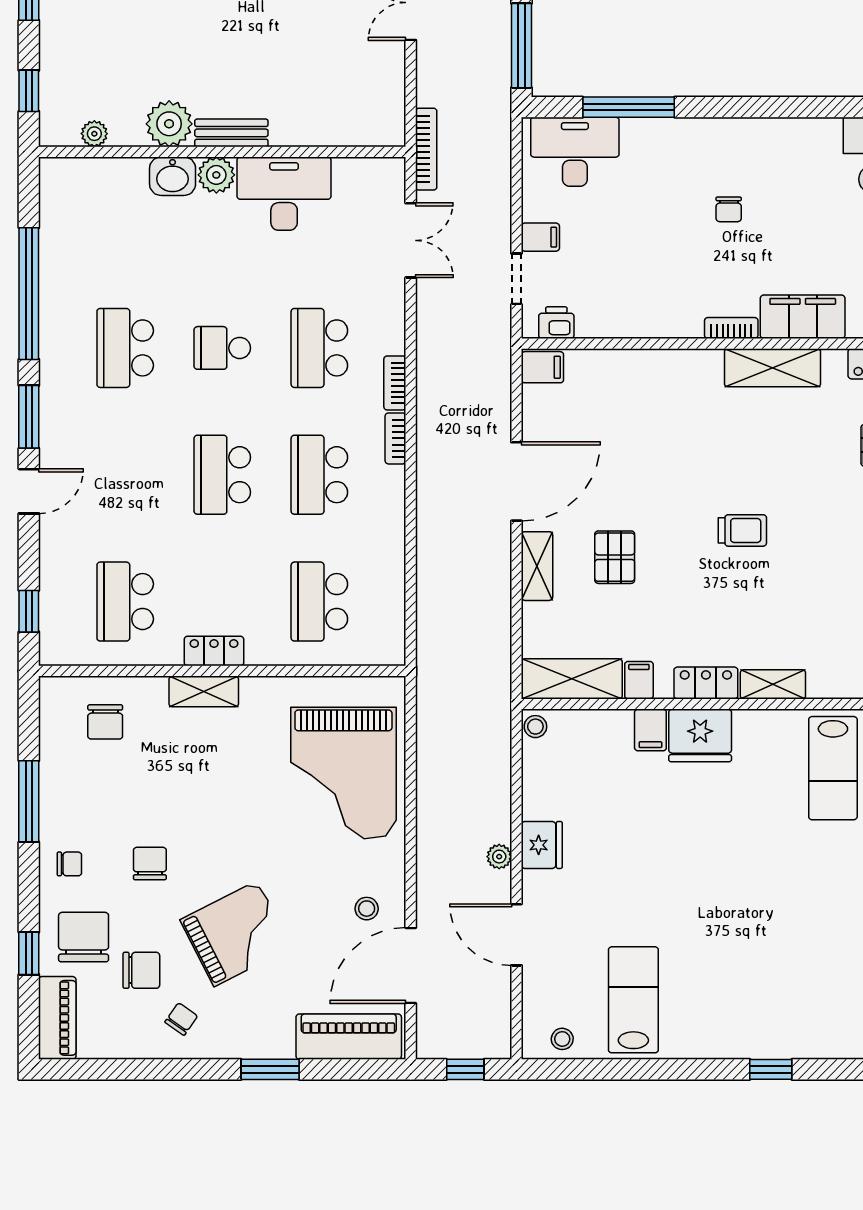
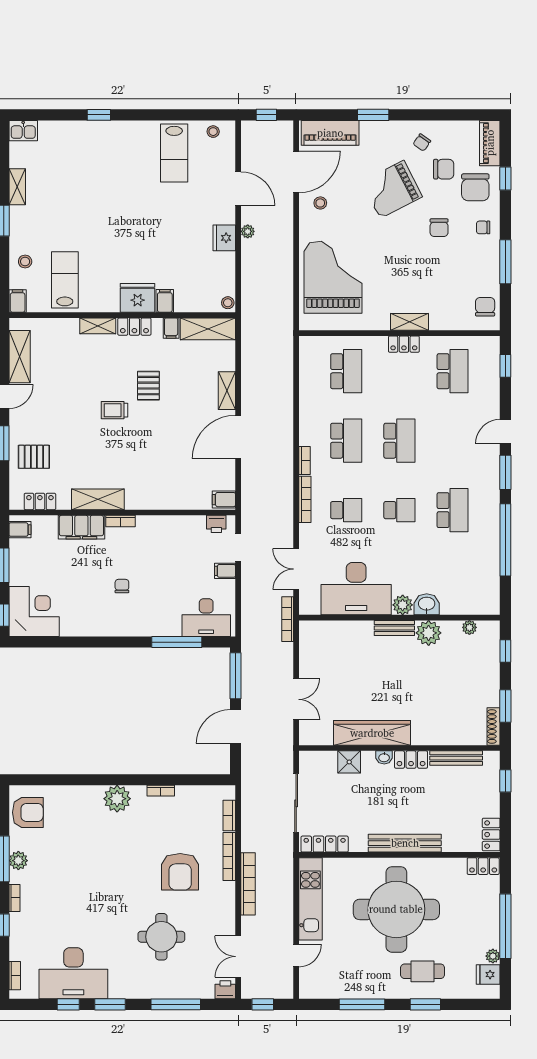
desk: (284, 194) -> (356, 589), width x1.36, depth x1.30
school desk: (319, 348) -> (346, 510), width x0.54
bookcase: (395, 383) -> (305, 499), width x1.56
pallet: (615, 557) -> (148, 386), moved
chair: (105, 722) -> (485, 307), moved
chair: (141, 970) -> (444, 169), turned 180

